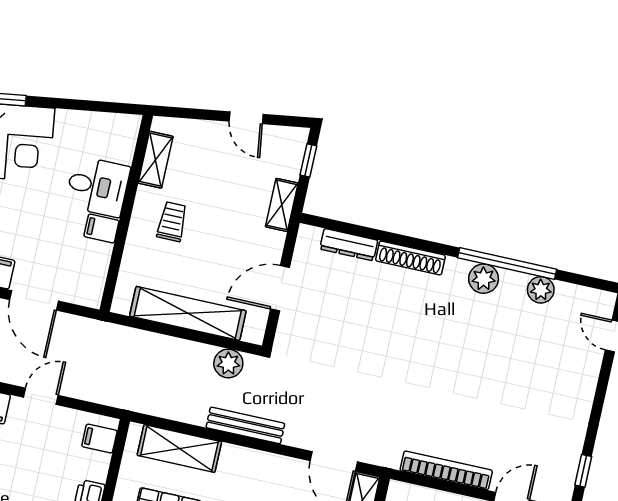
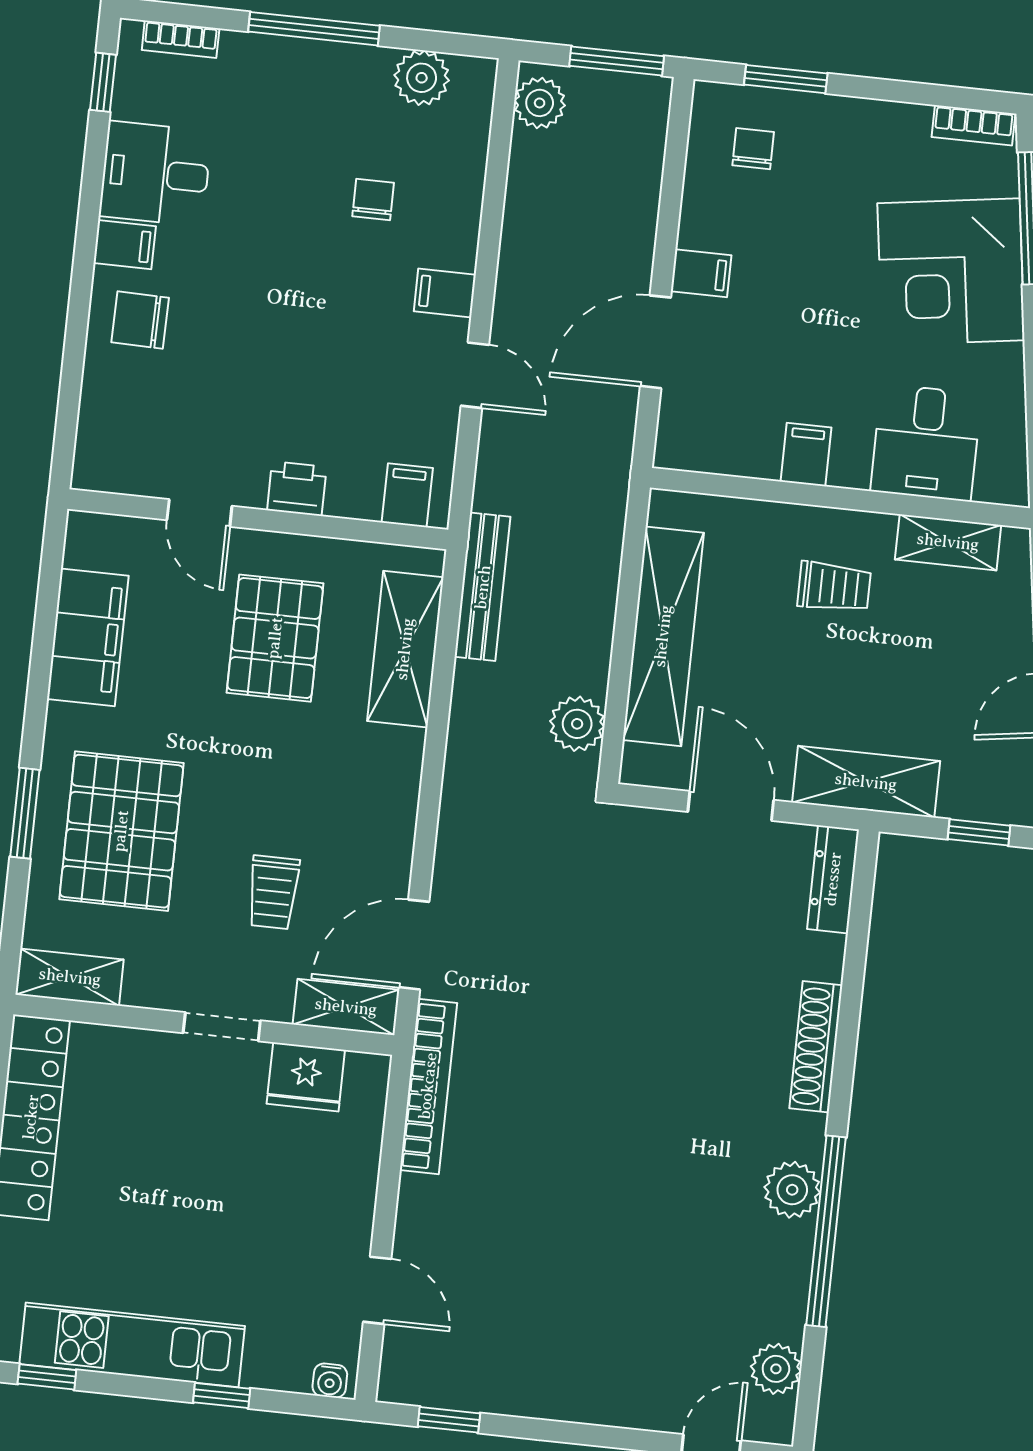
desk: (98, 186) -> (926, 443), moved
shelving: (282, 205) -> (866, 782), width x1.50, depth x1.33
dresser: (349, 245) -> (833, 879), moved
plant: (541, 290) -> (776, 1369), moved
bench: (245, 425) -> (483, 587), moved
bookcase: (446, 470) -> (428, 1086), moved

